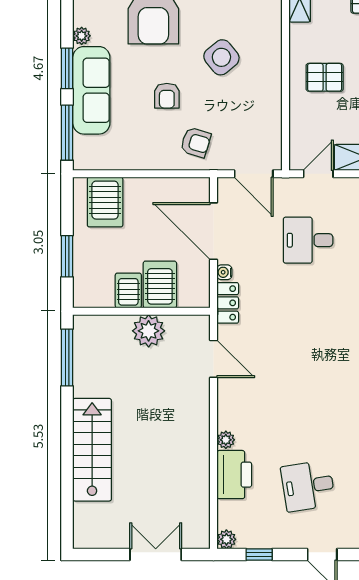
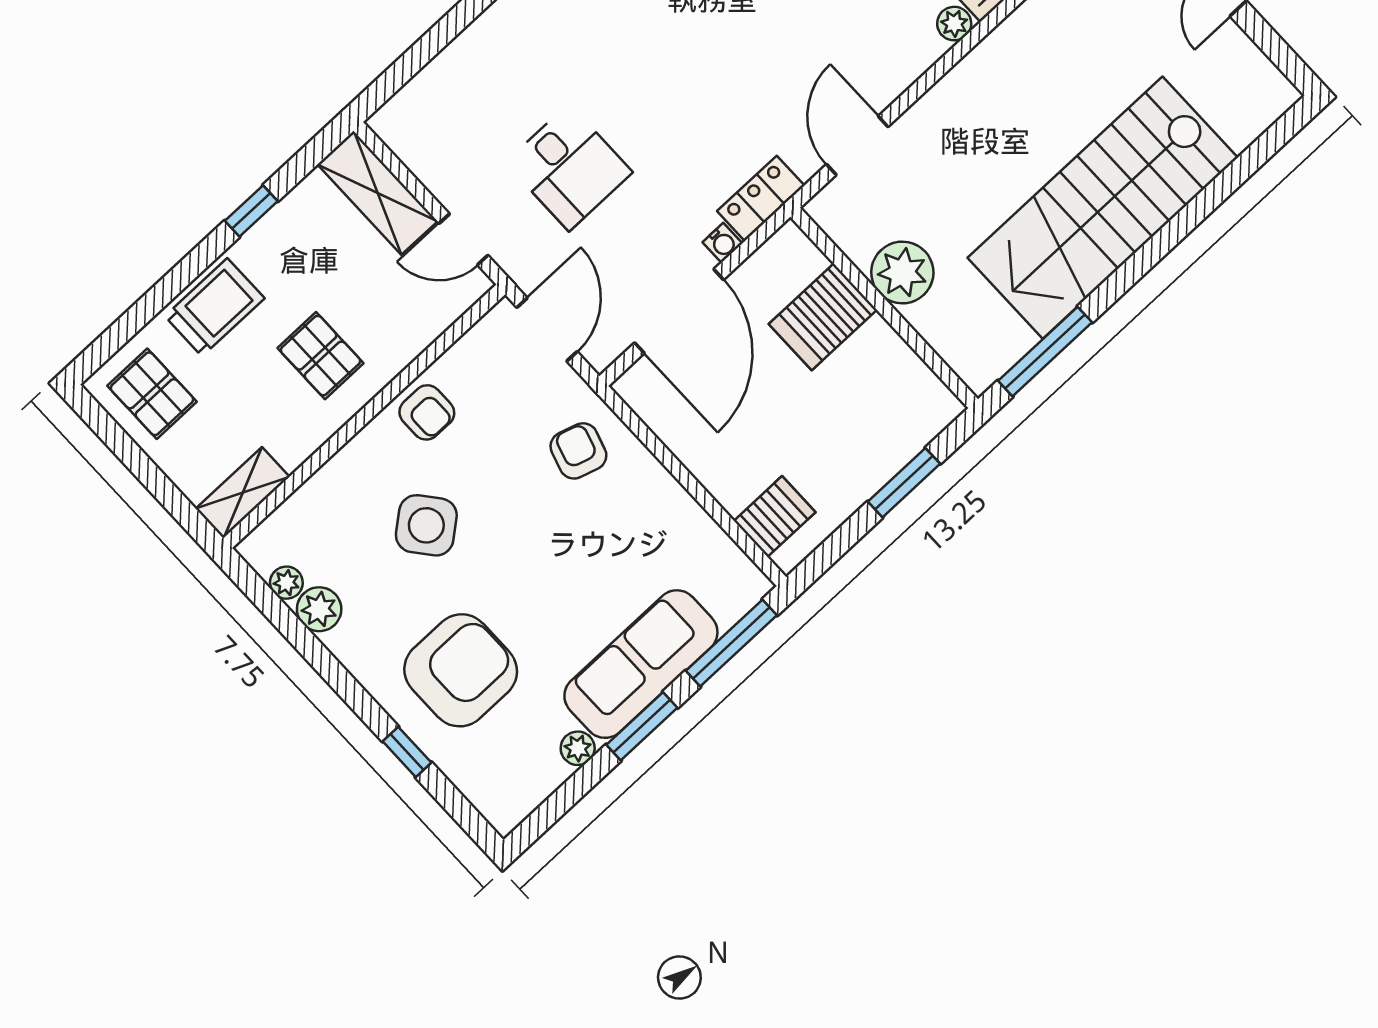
armchair: (167, 96) -> (427, 412), moved, turned 90
server rack: (105, 202) -> (775, 517), width x0.73, depth x0.70
server rack: (128, 290) -> (872, 353), removed
stairs: (92, 450) -> (1103, 208), width x1.36, depth x1.51

